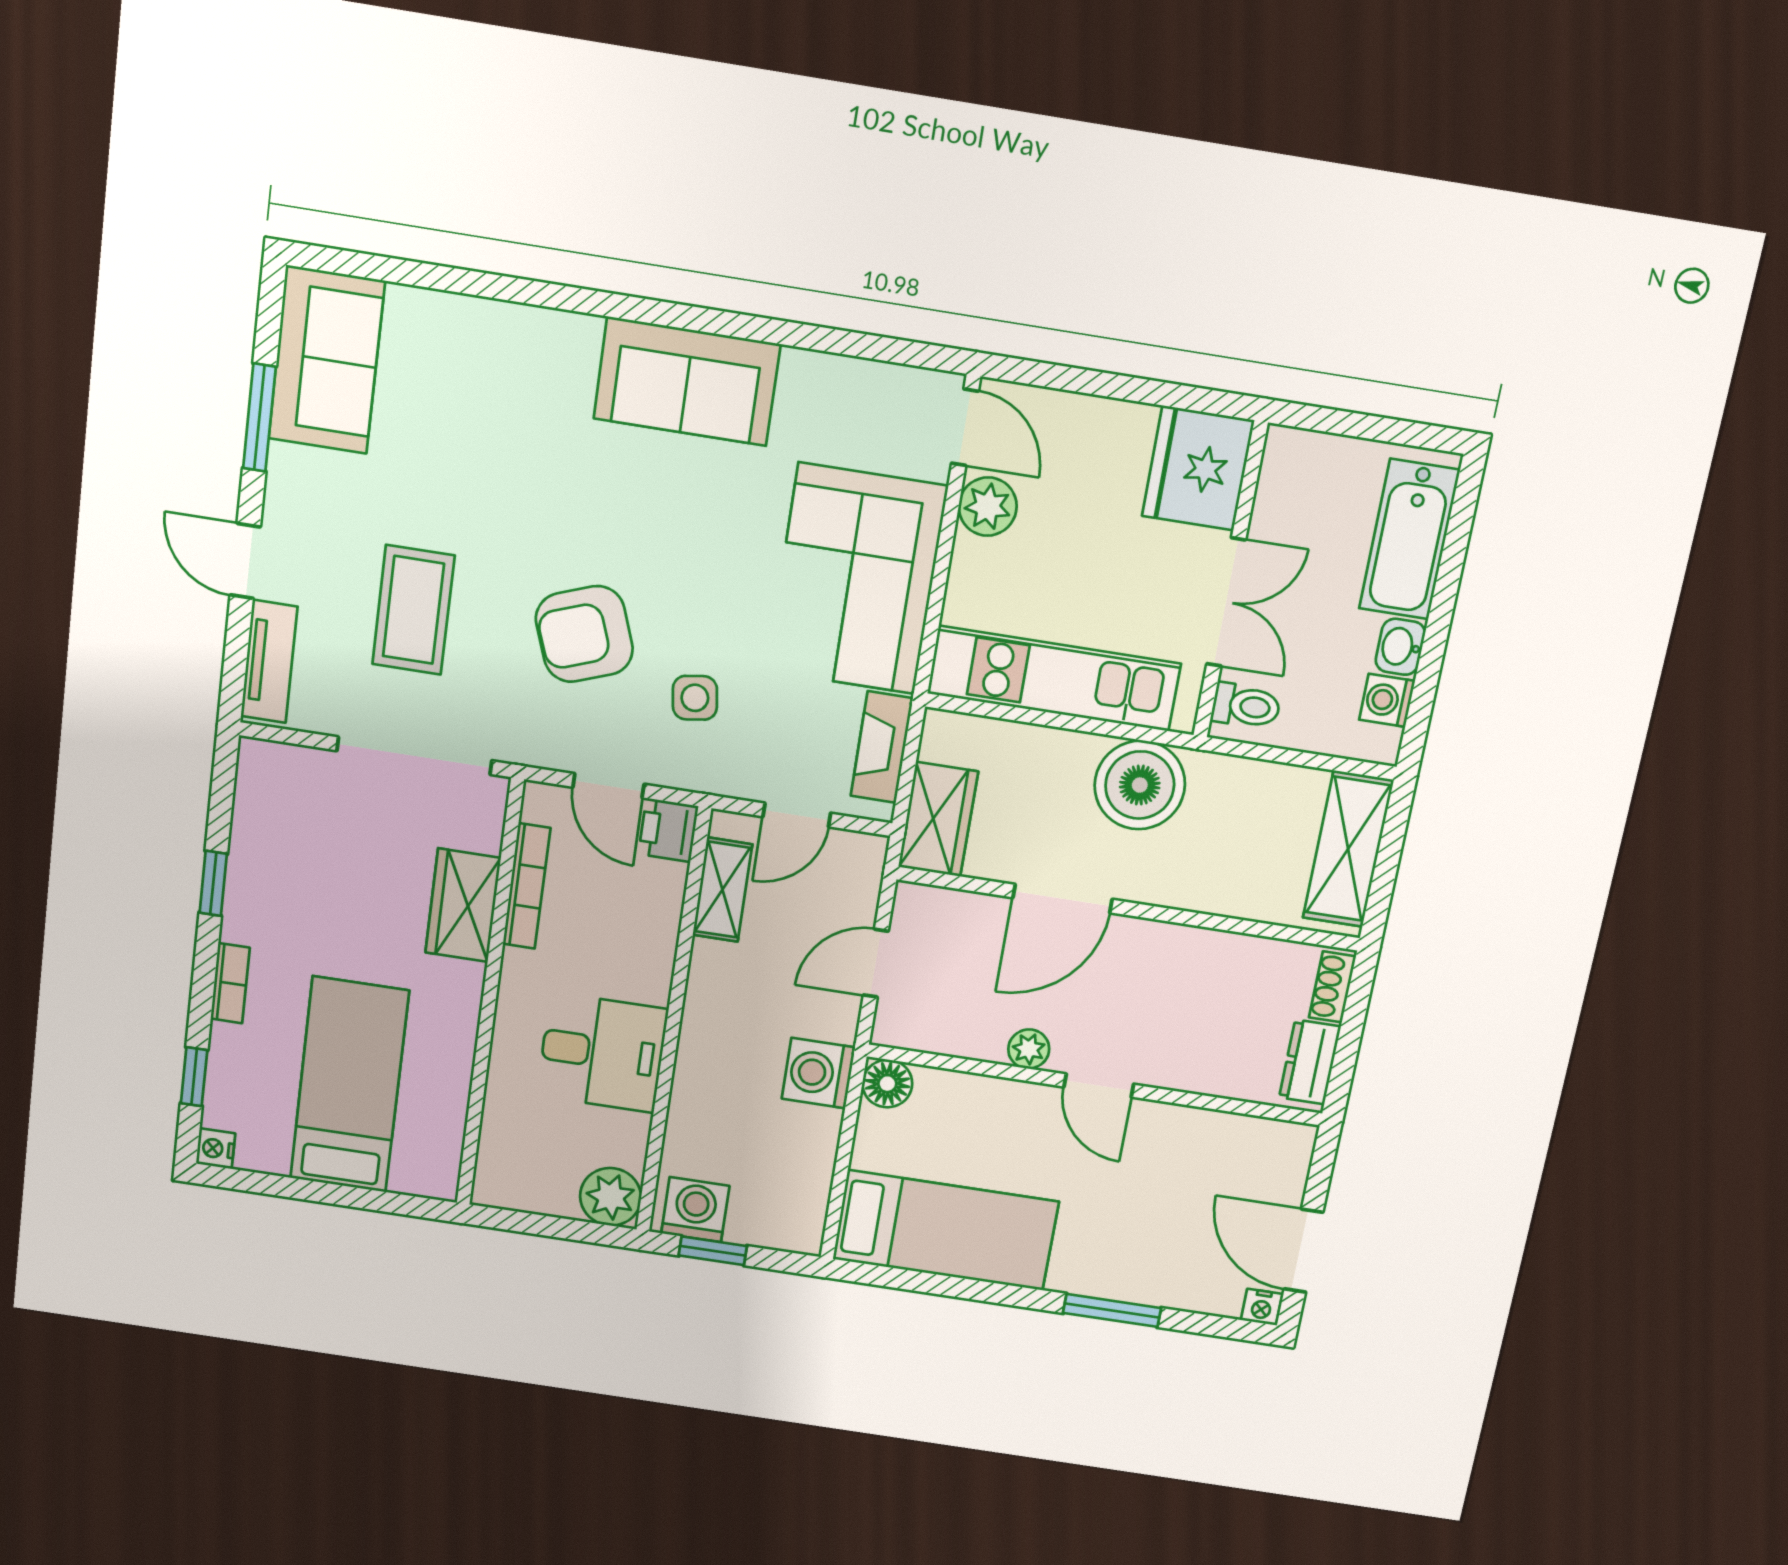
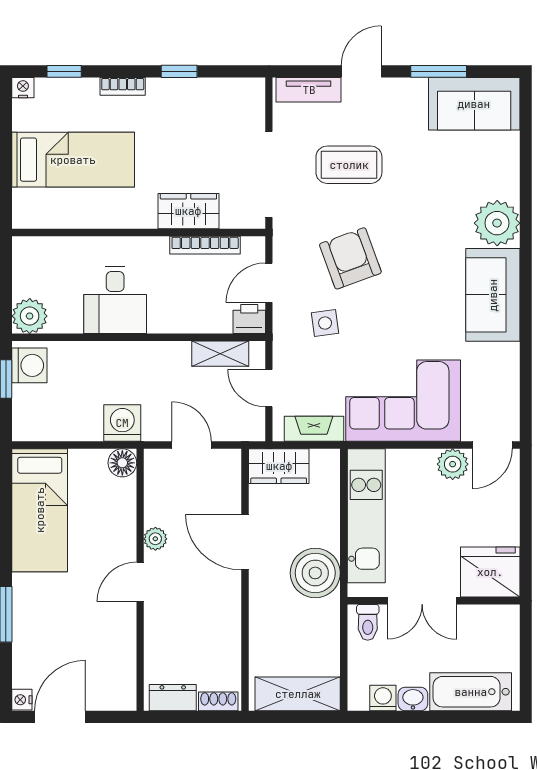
plant: (554, 352) -> (497, 223), added

